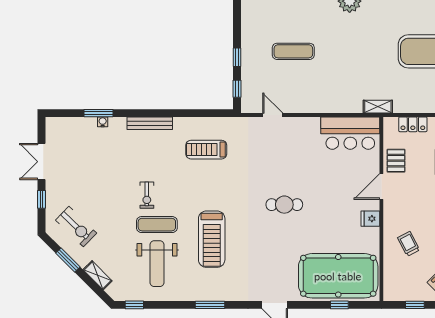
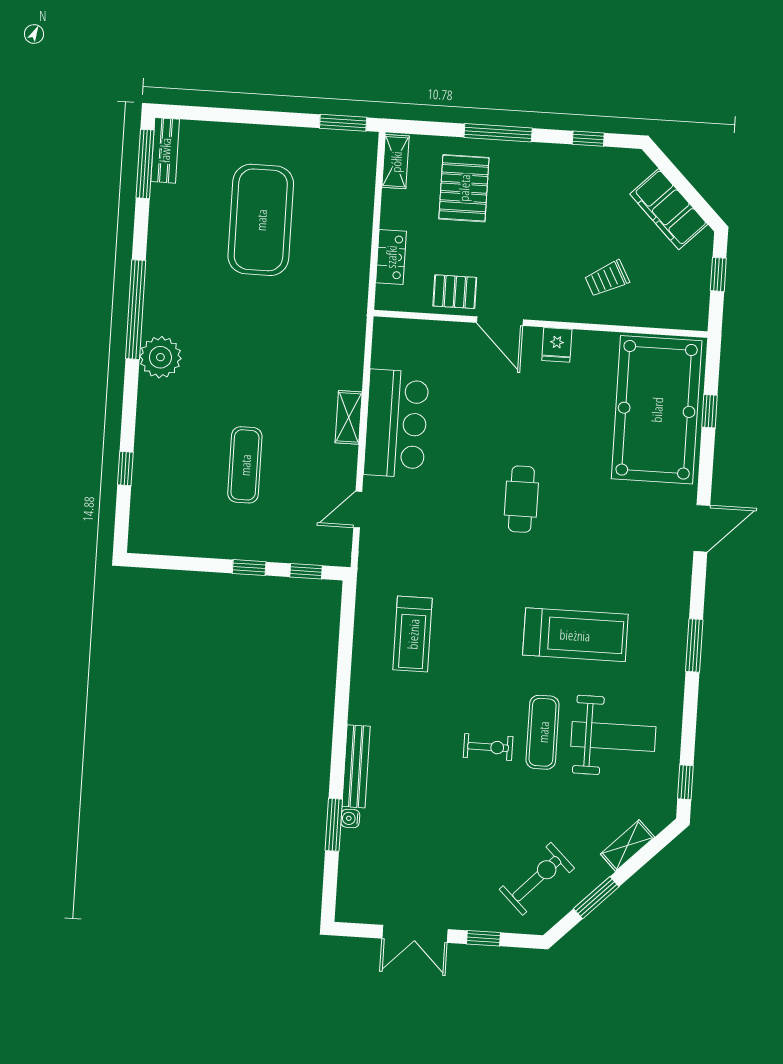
shelving: (378, 107) -> (349, 417), moved
bench: (150, 123) -> (356, 766), moved
bar counter: (350, 133) -> (396, 424), moved

